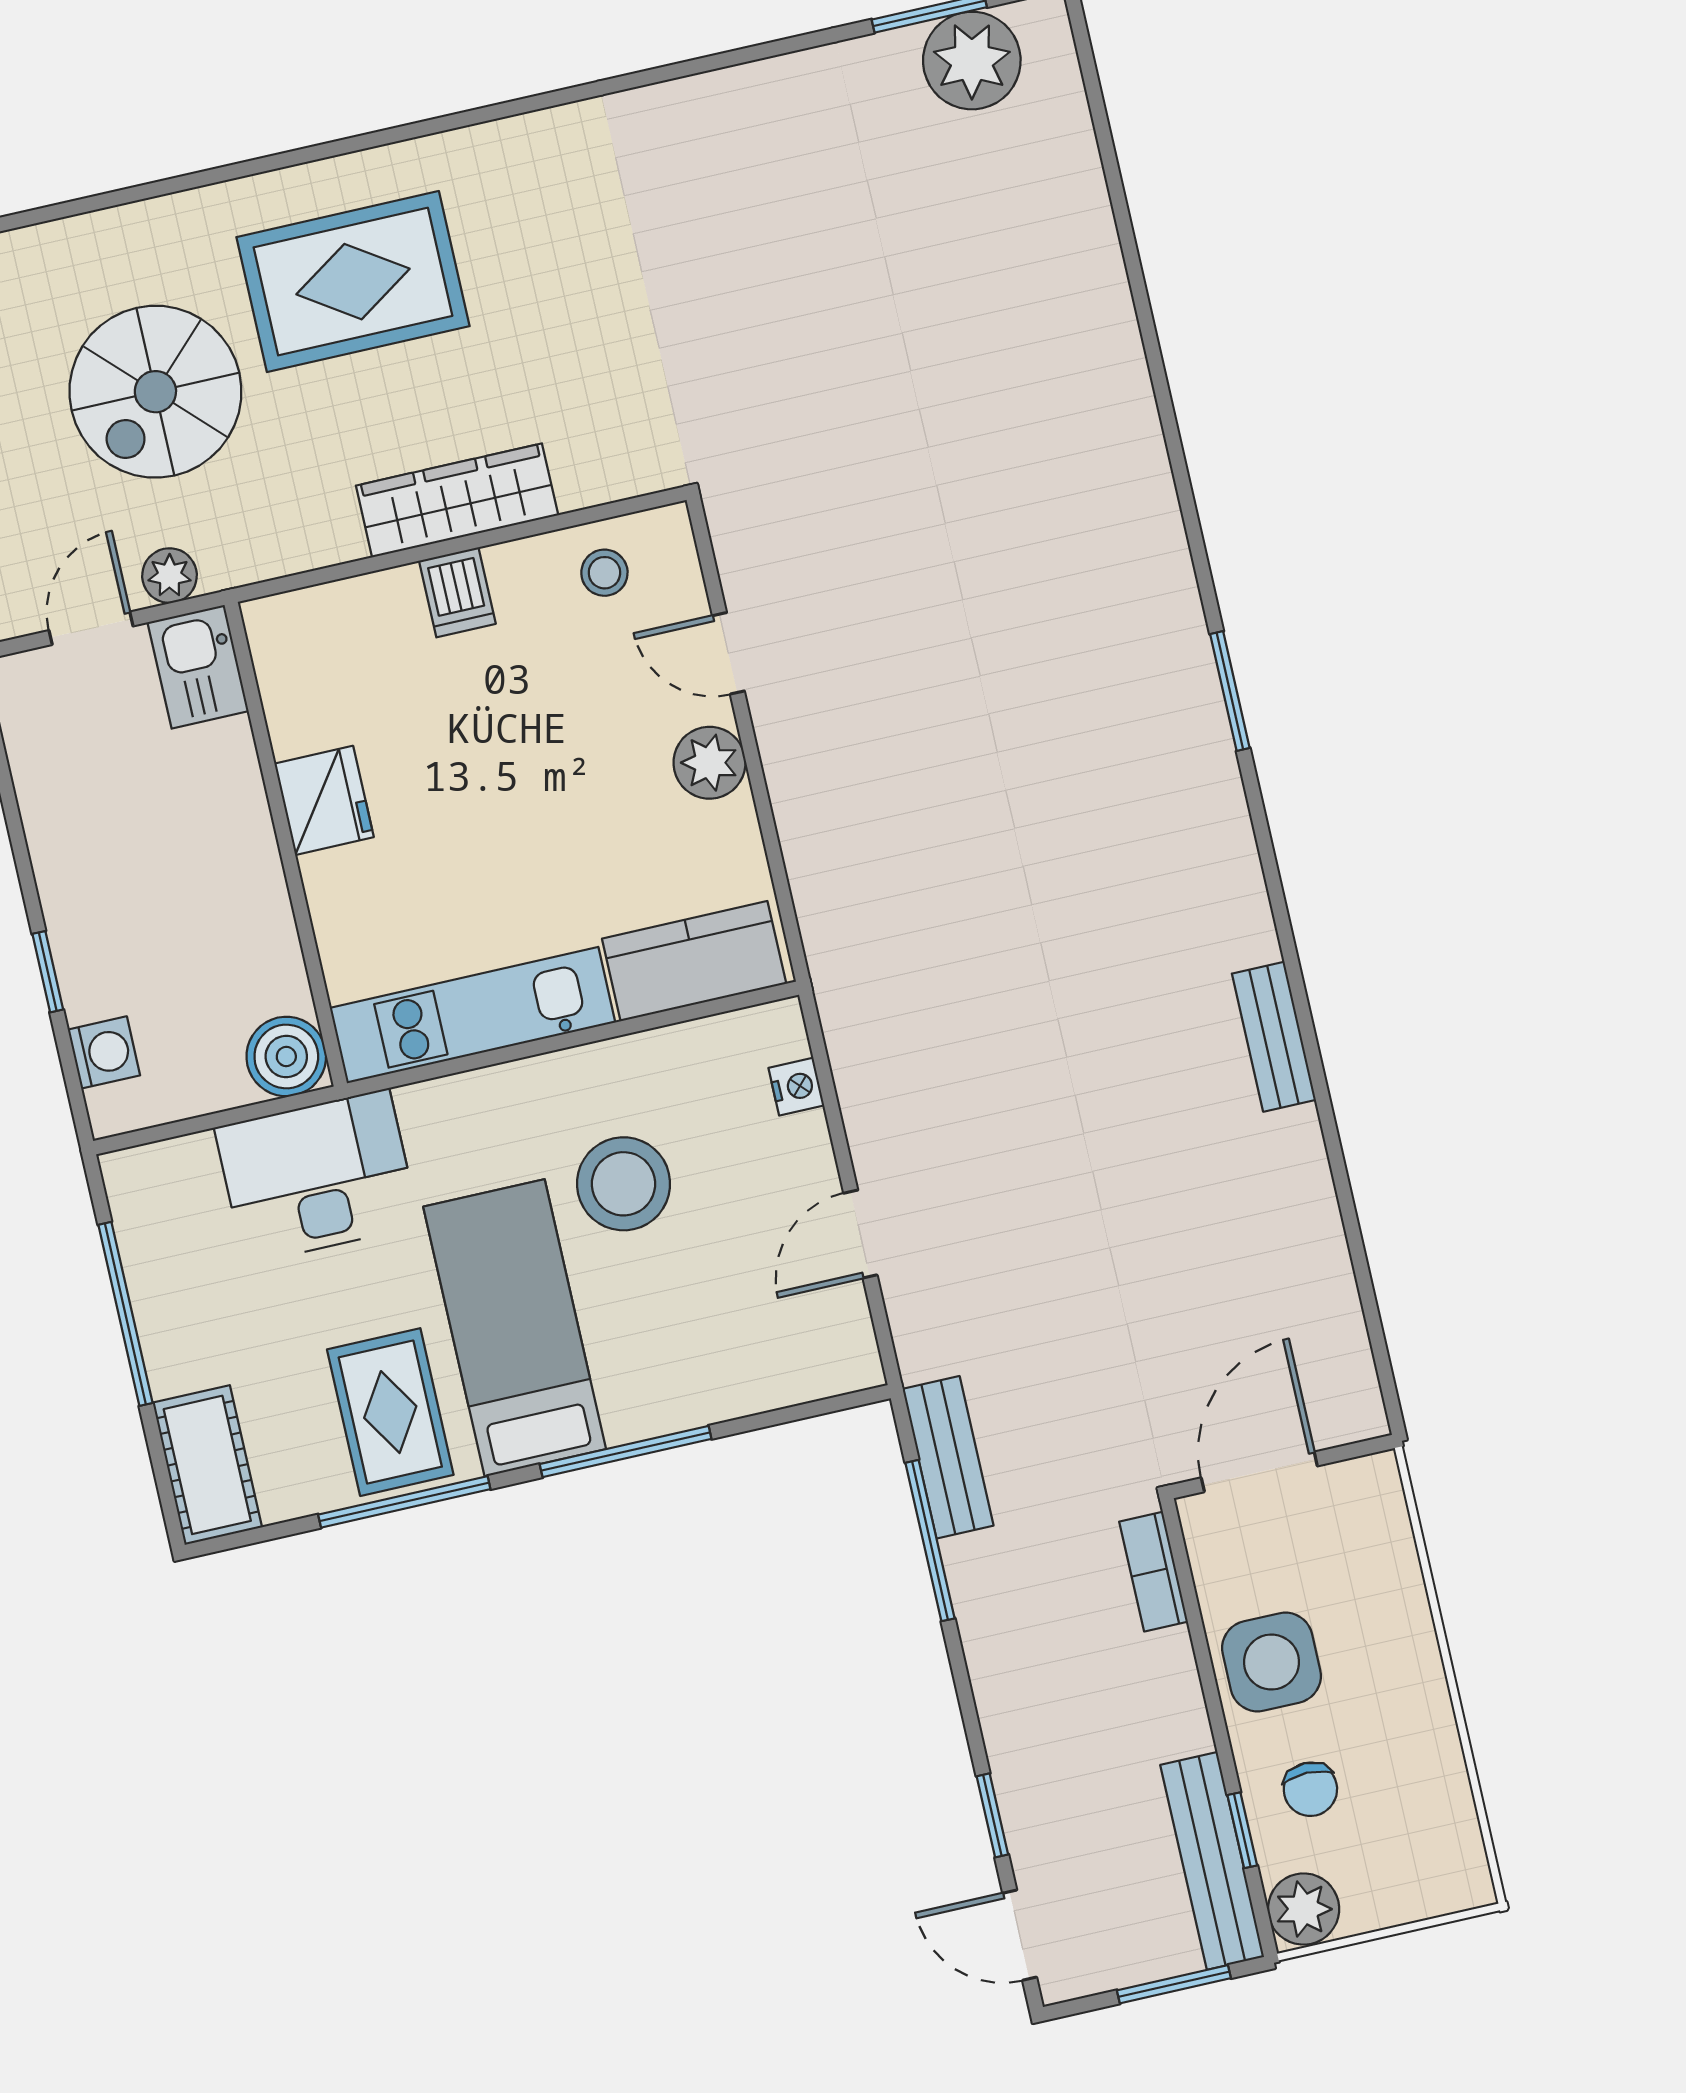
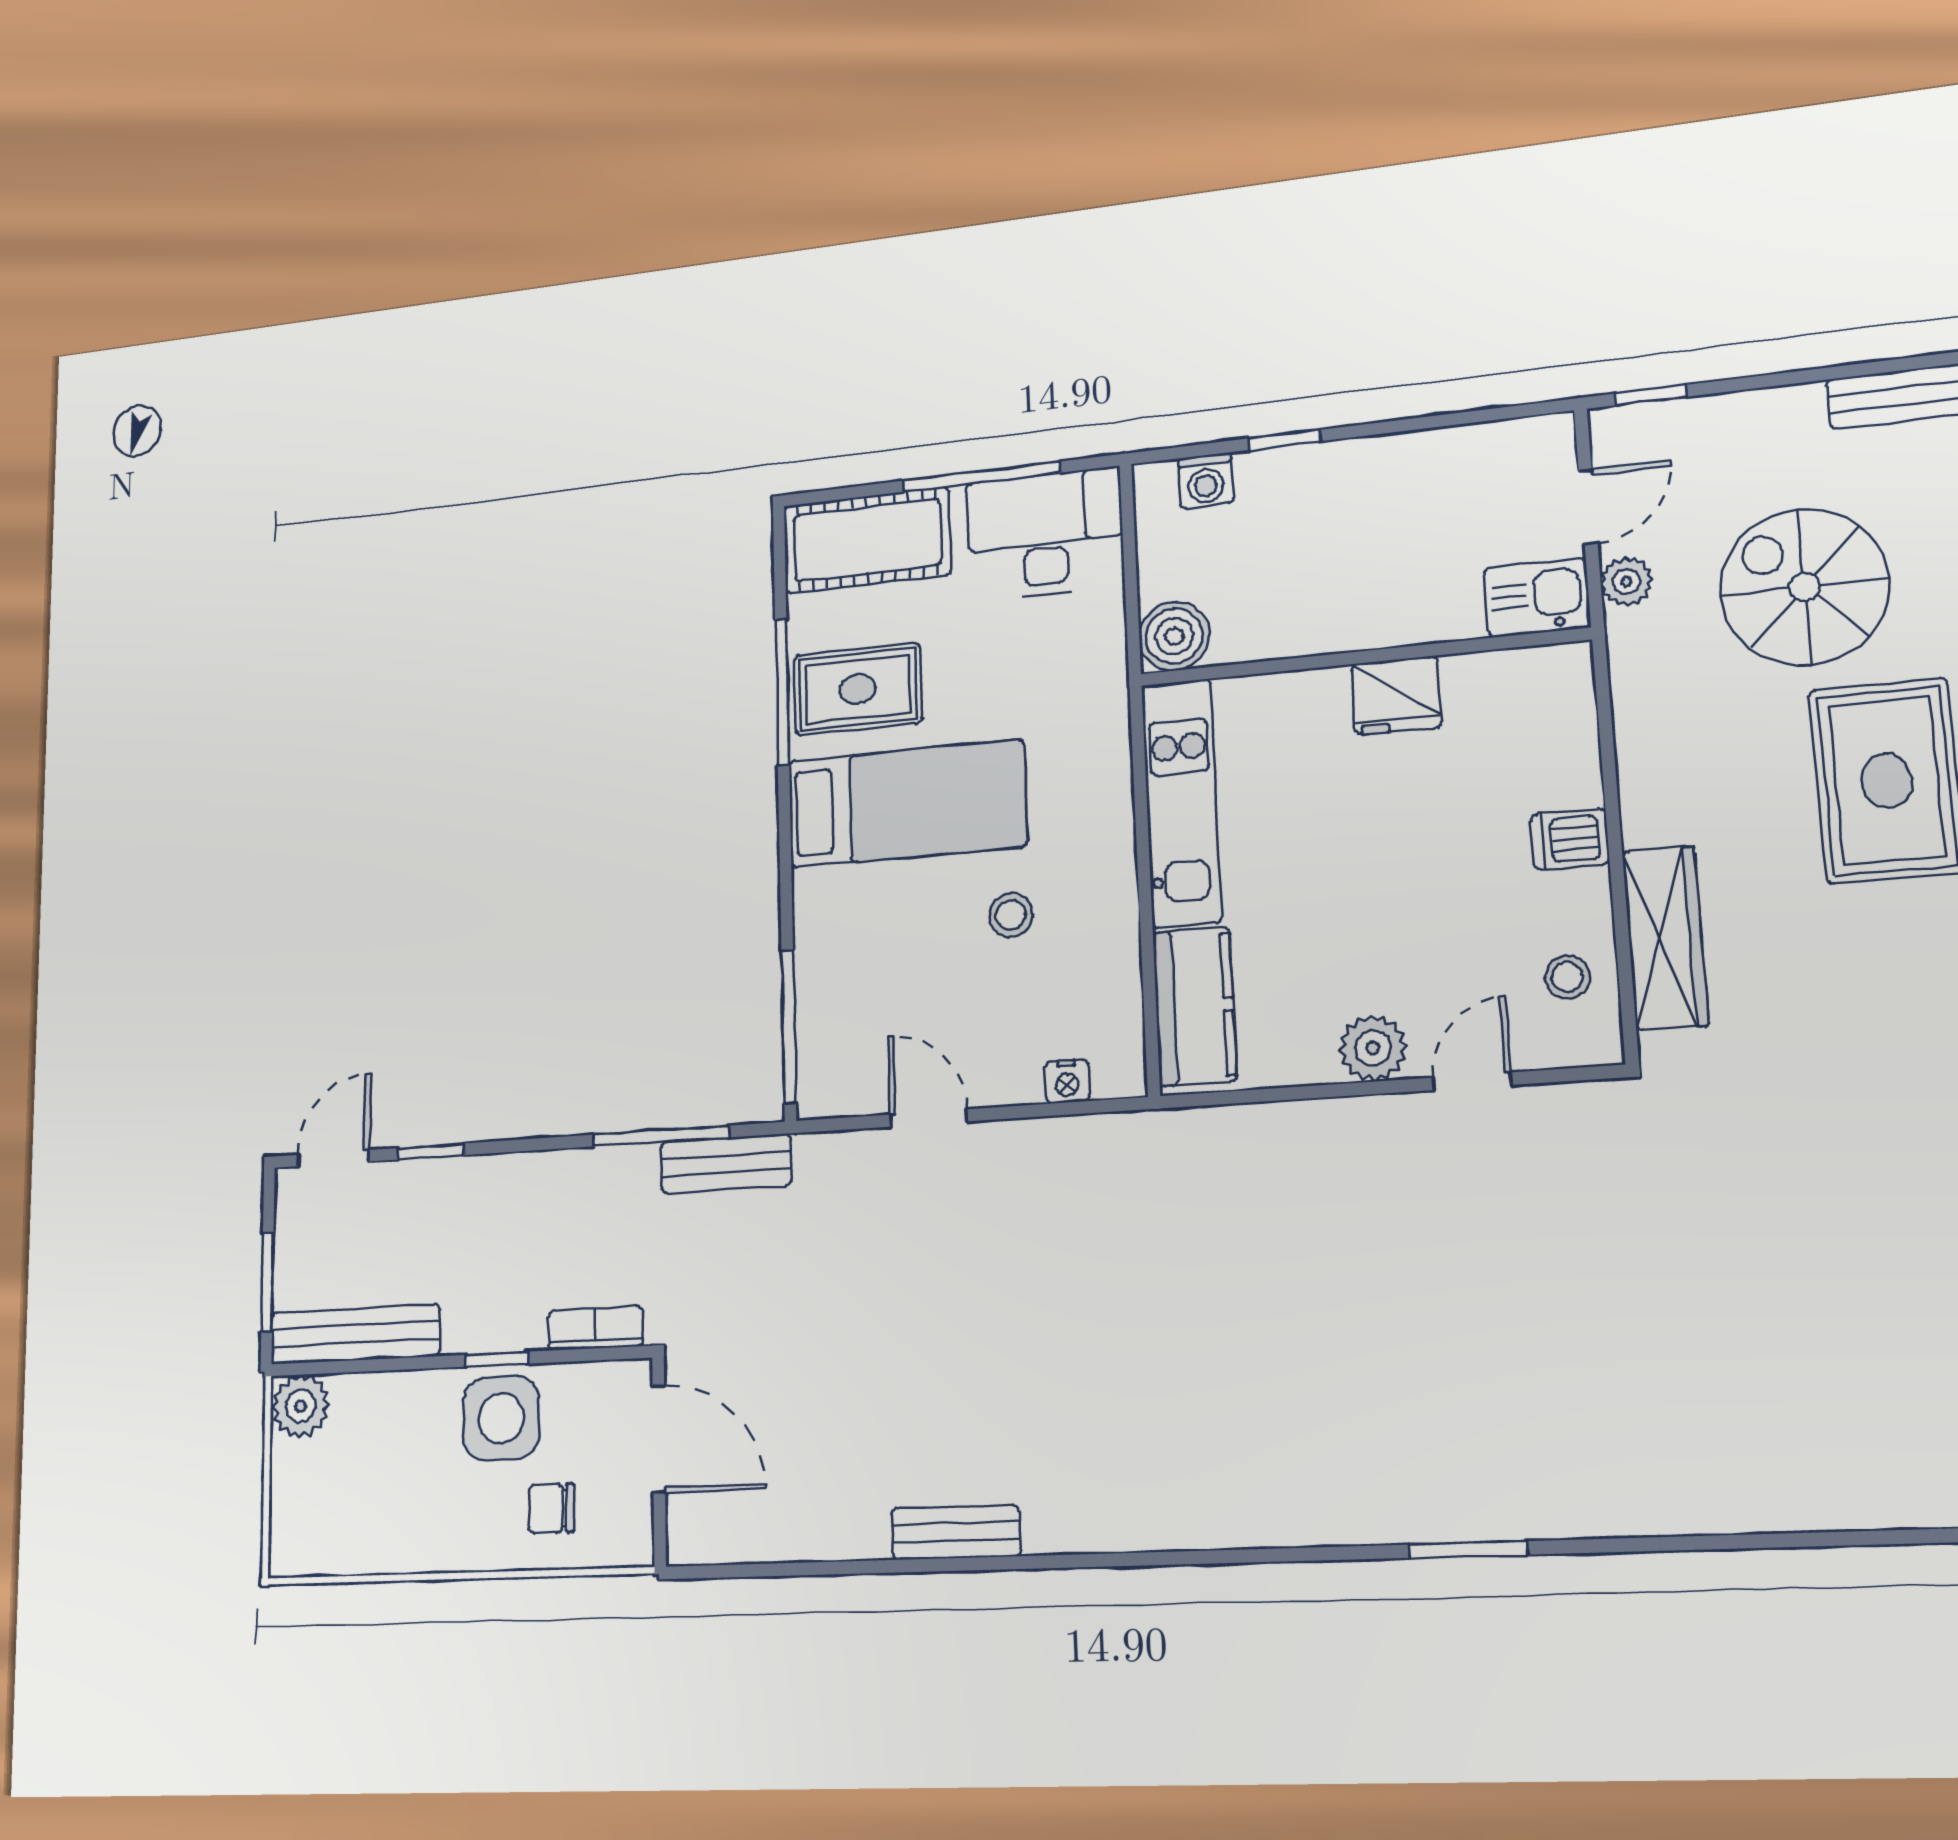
wardrobe: (457, 500) -> (1665, 938), moved
door: (91, 628) -> (1588, 507), hinge flipped
window: (1230, 691) -> (1468, 1550), moved
bench: (1274, 1037) -> (956, 1532), moved
desk: (317, 1177) -> (1045, 534), moved, turned -90
stool: (624, 1184) -> (1011, 915), width x0.53, depth x0.53
window: (626, 1452) -> (789, 1026), moved
cot: (207, 1465) -> (867, 540), width x1.37, depth x1.34
chair: (1310, 1789) -> (551, 1508), moved
window: (1242, 1830) -> (497, 1359), moved

